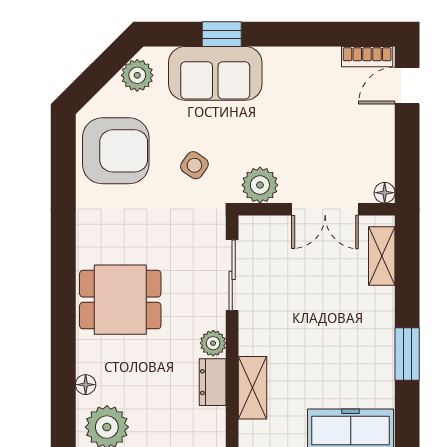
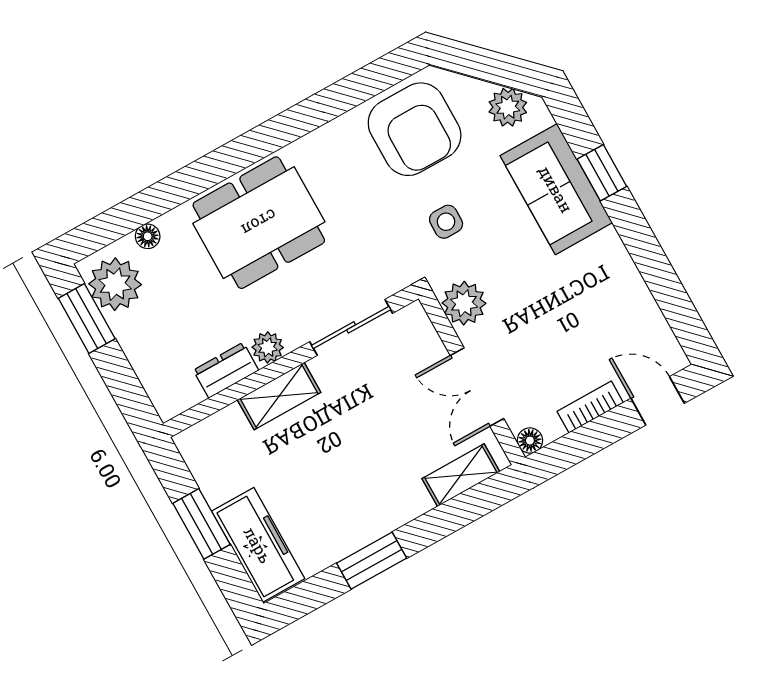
bookcase: (367, 57) -> (590, 407), moved, turned 90
side table: (194, 165) -> (446, 222), turned -35
dining table: (120, 300) -> (259, 223), width x1.38
shelving: (252, 388) -> (279, 396), moved

